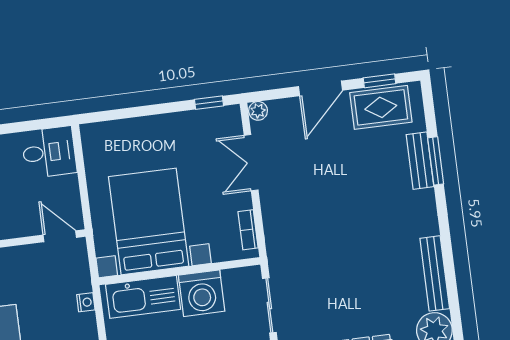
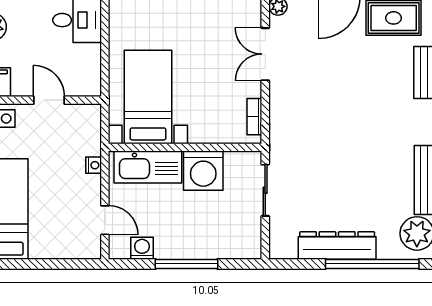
bed with nightstands: (149, 221) -> (148, 97), width x0.73
door: (60, 236) -> (49, 100), moved

